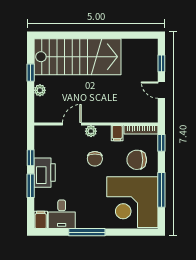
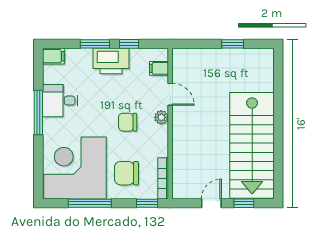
stairs: (77, 57) -> (252, 145), moved
plant: (40, 90) -> (211, 55), removed
filing cabinet: (117, 133) -> (159, 68), moved
chair: (137, 160) -> (126, 173), turned -90
desk: (62, 214) -> (60, 101), moved

